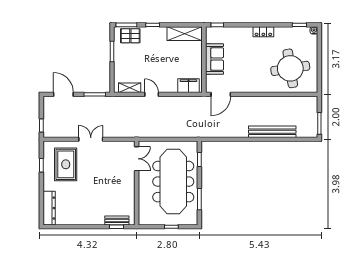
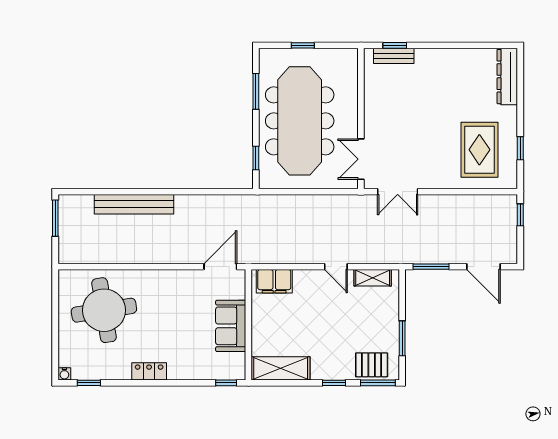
double door: (91, 139) -> (398, 192), moved

